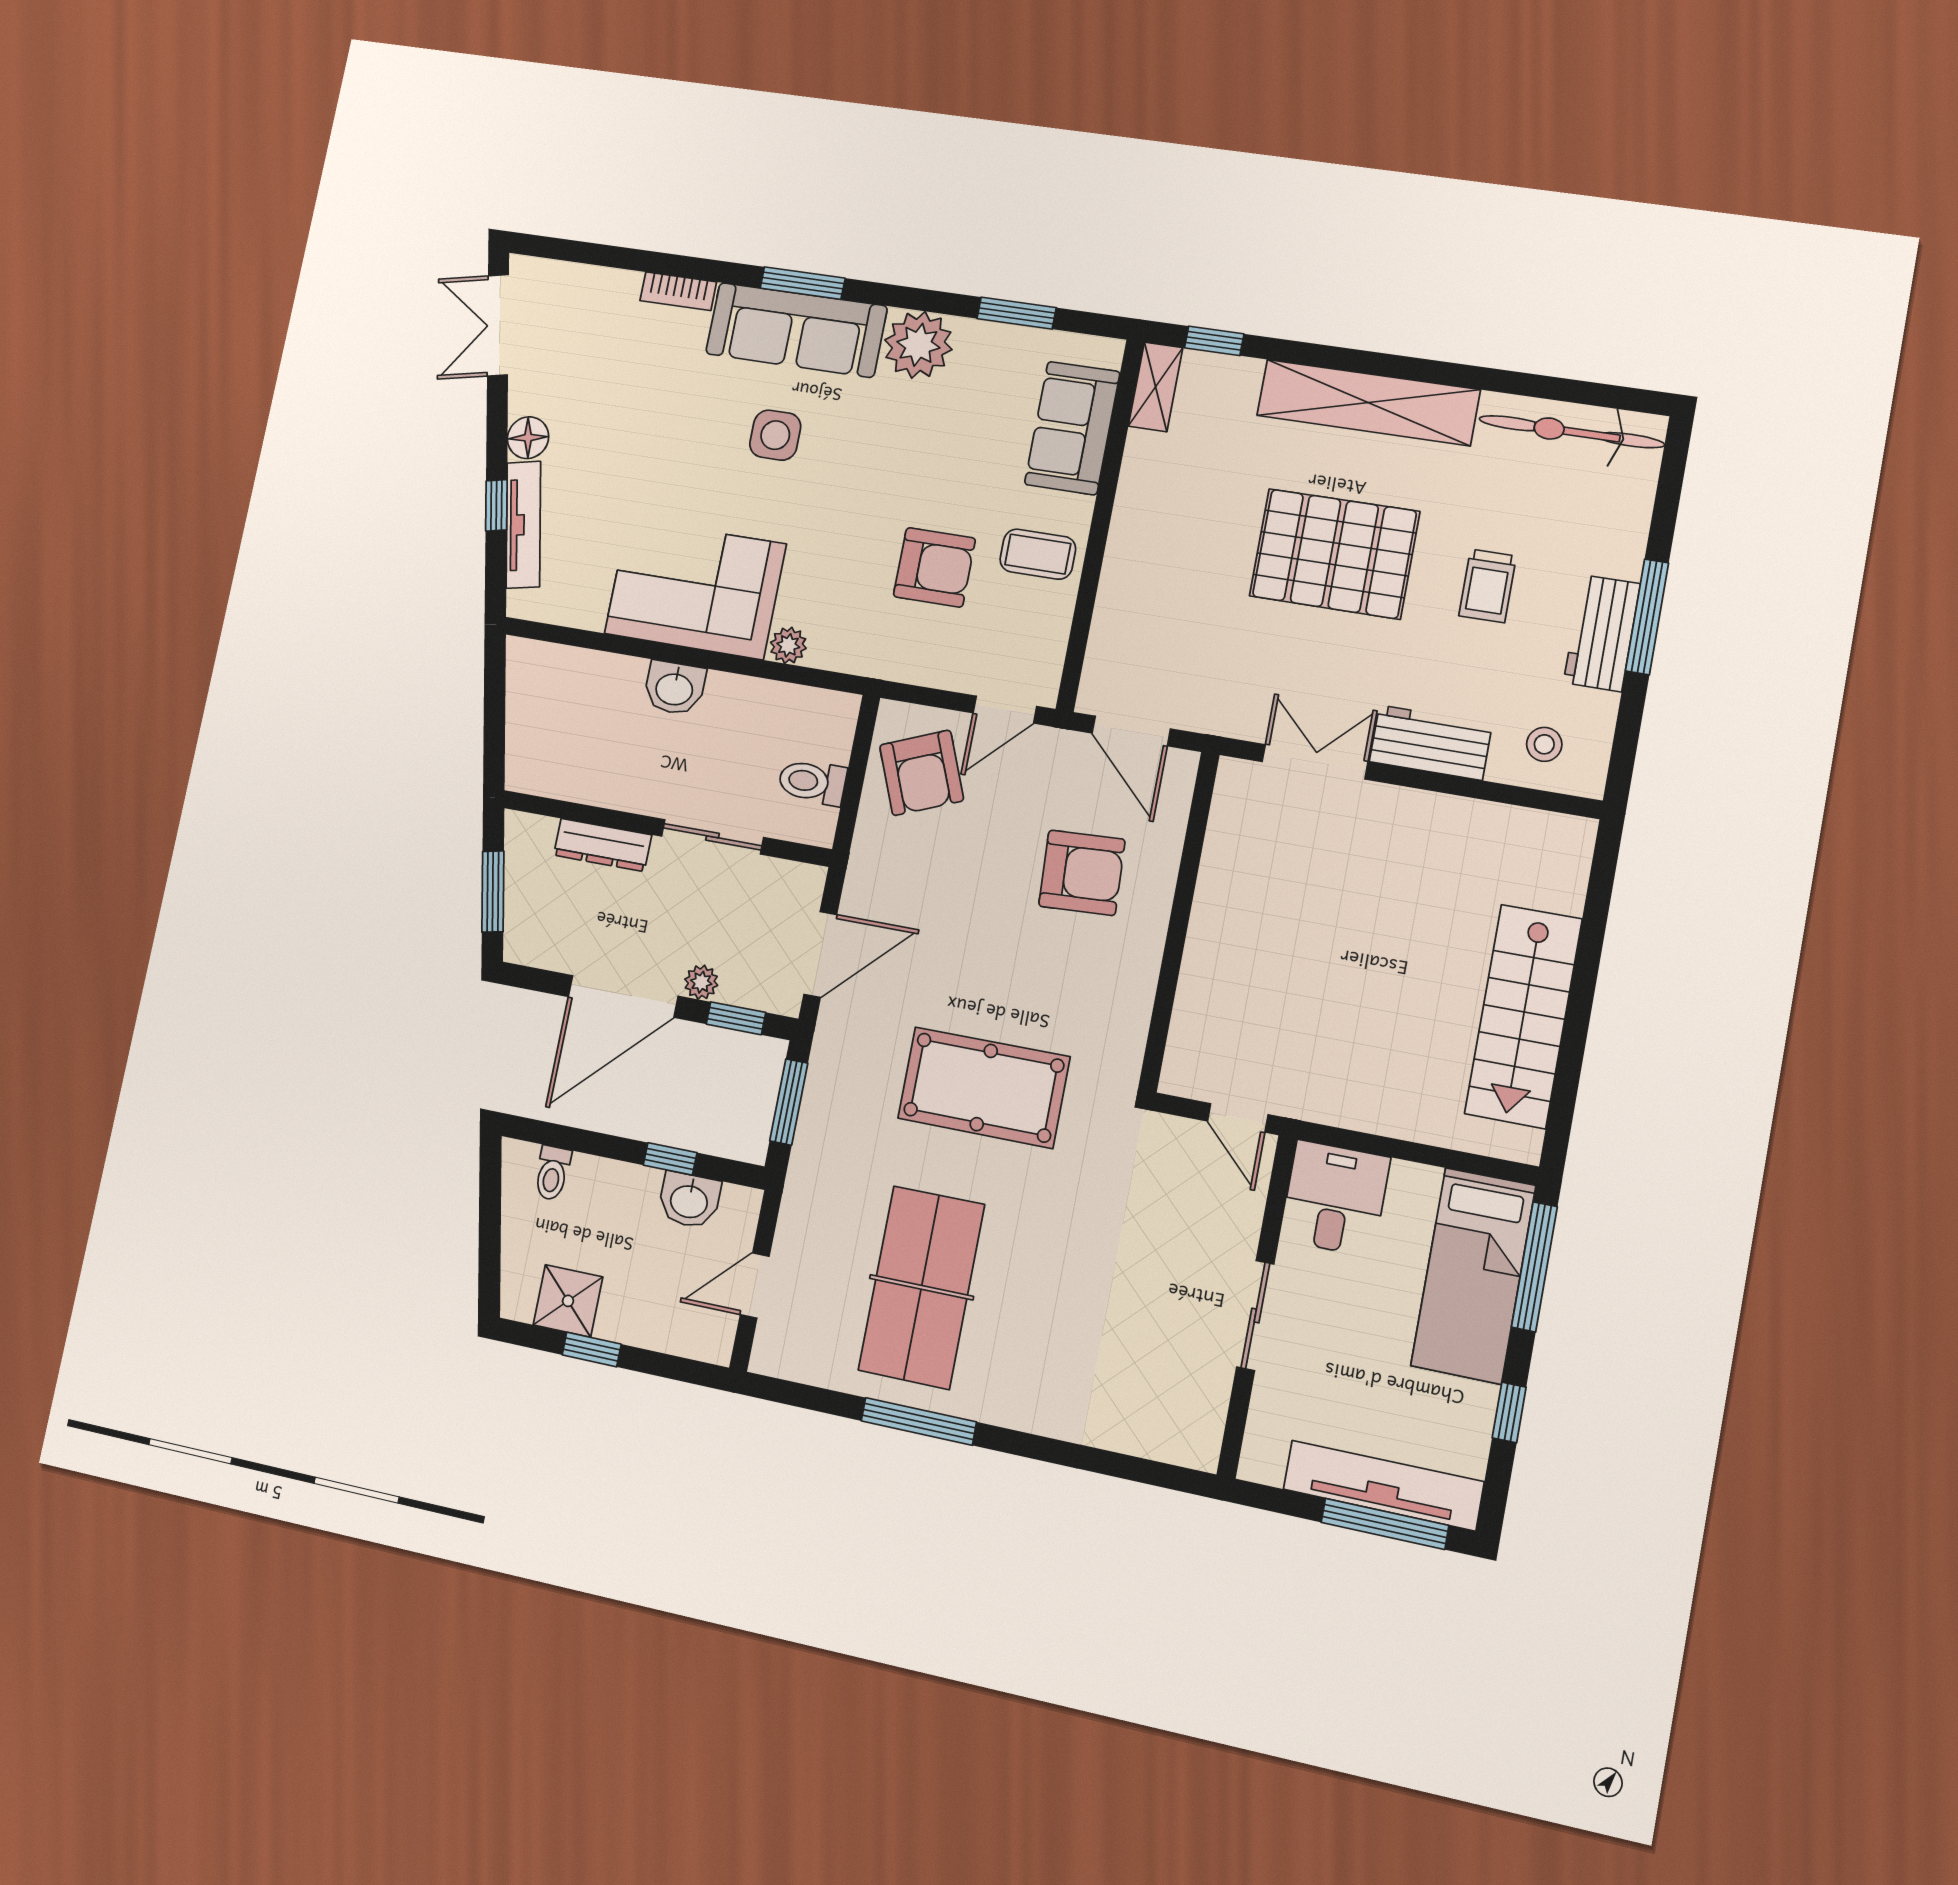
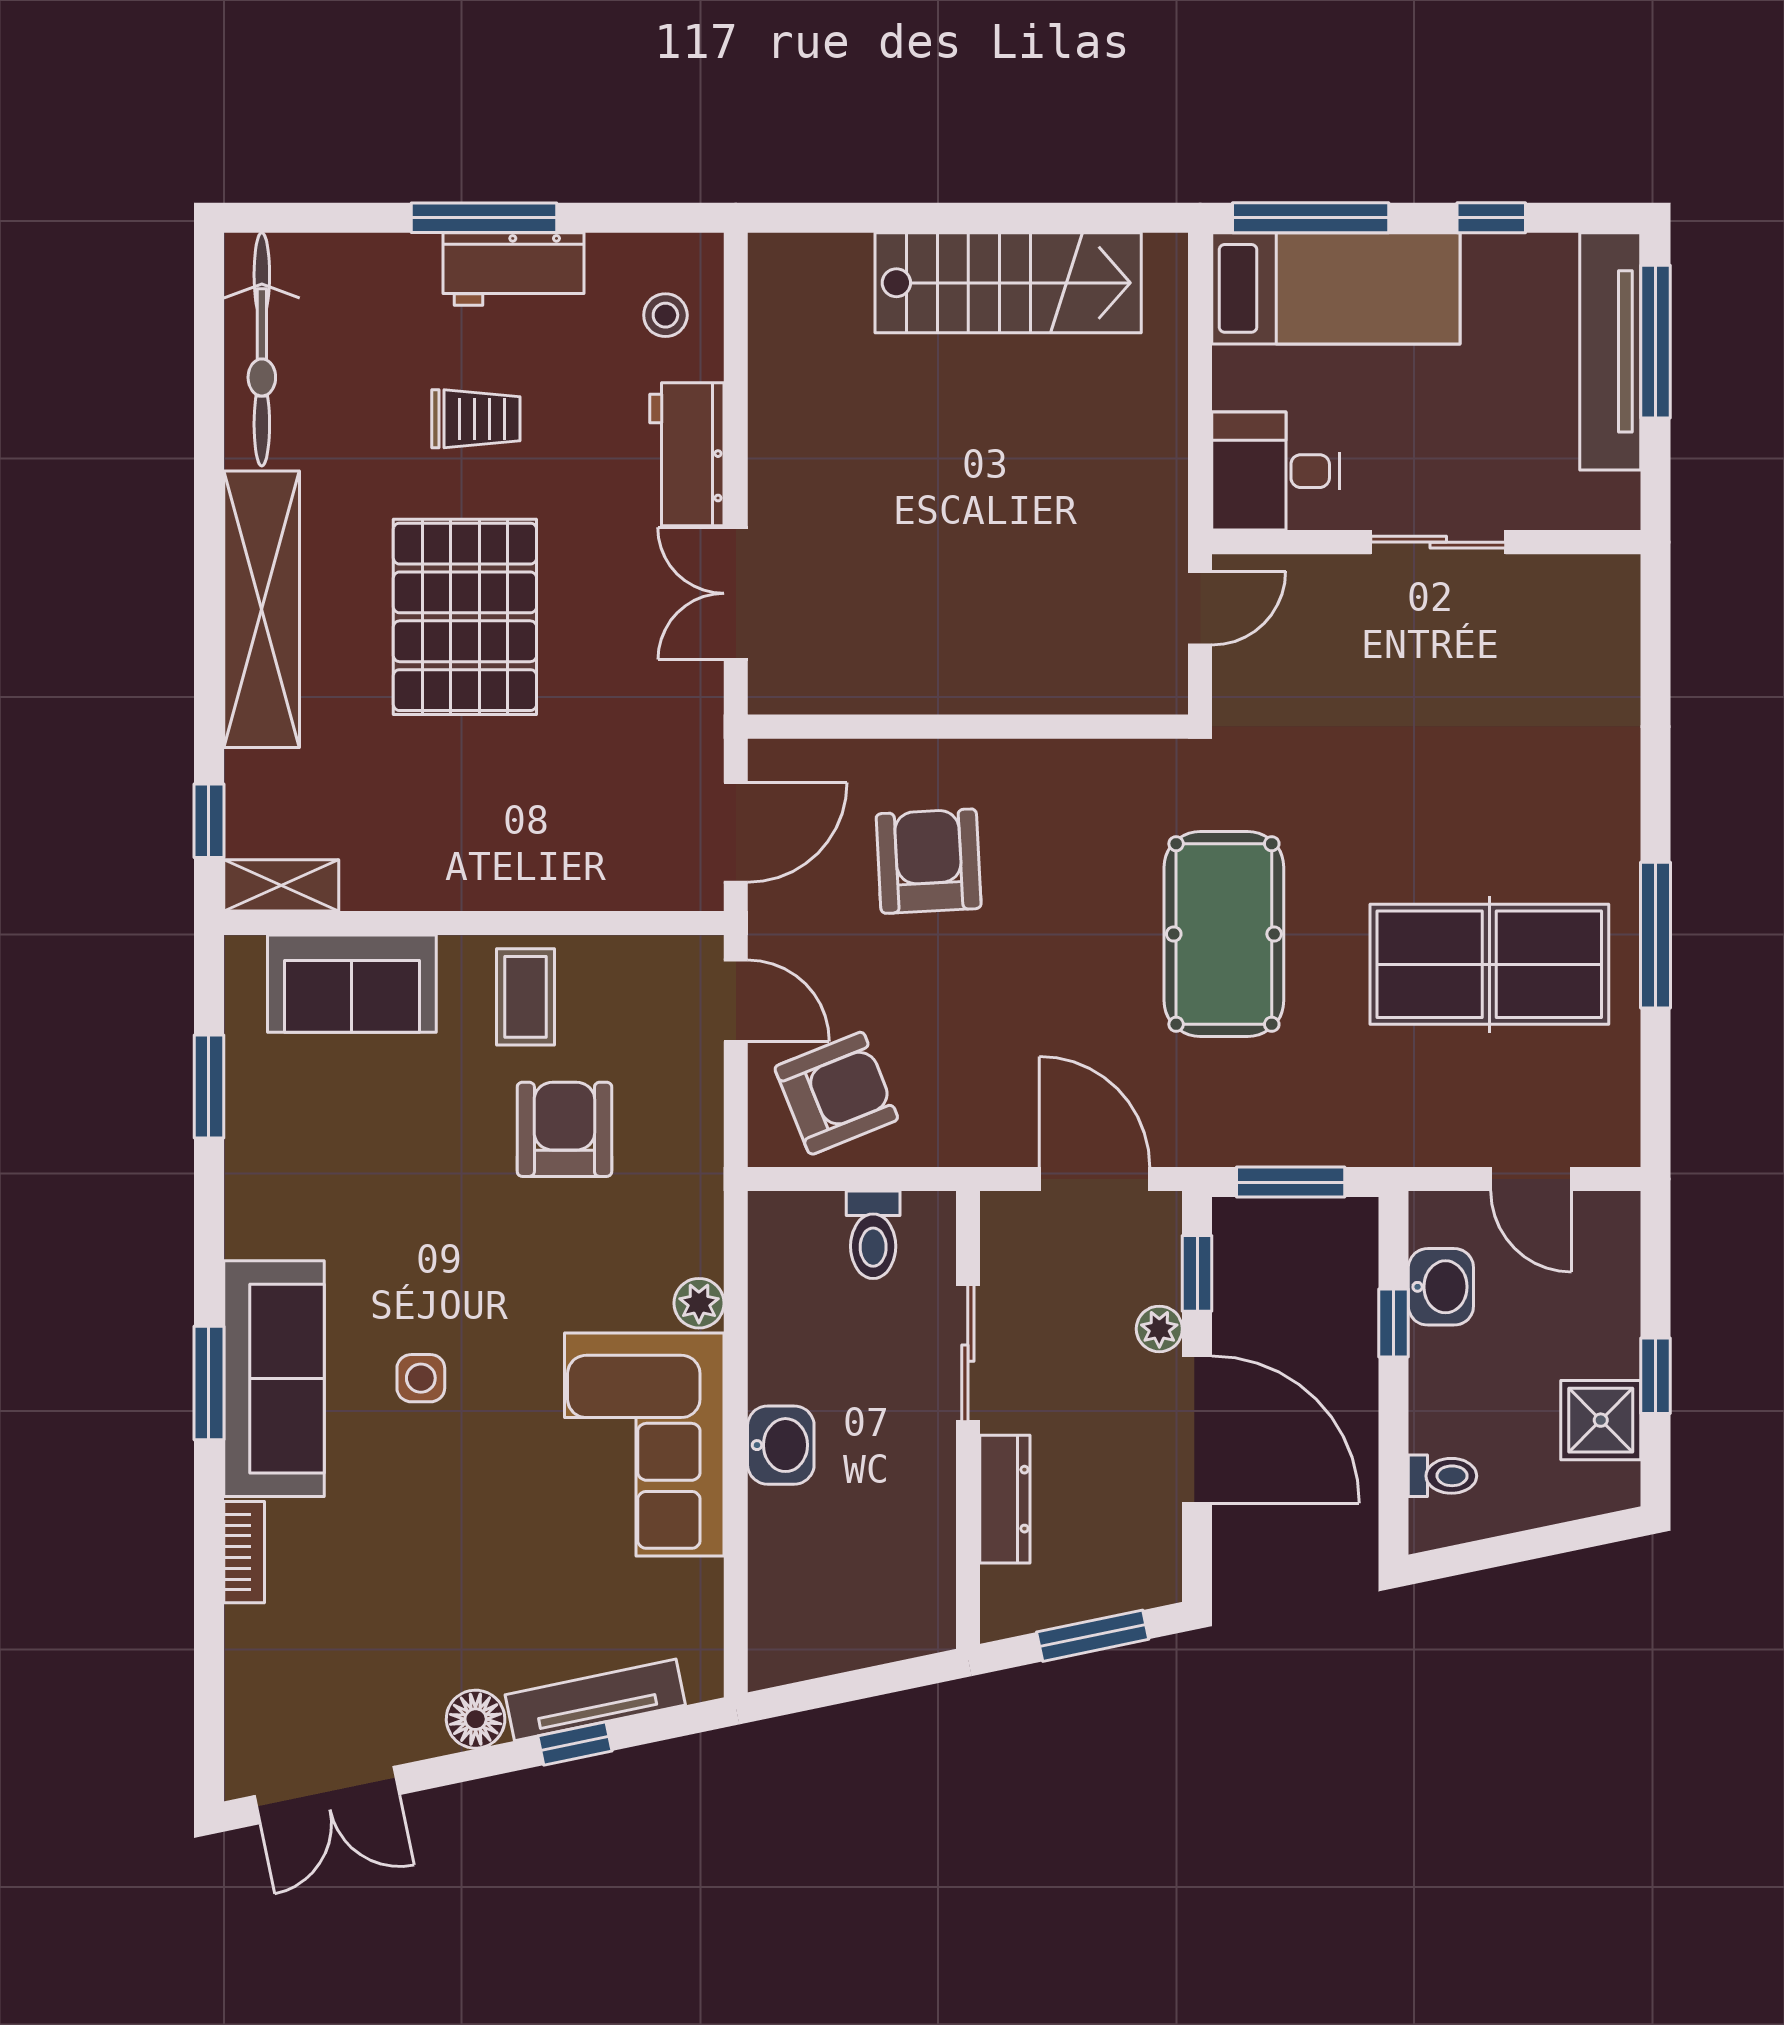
plant: (918, 345) -> (270, 1209), removed
side table: (775, 435) -> (421, 1378), width x0.73, depth x0.73

